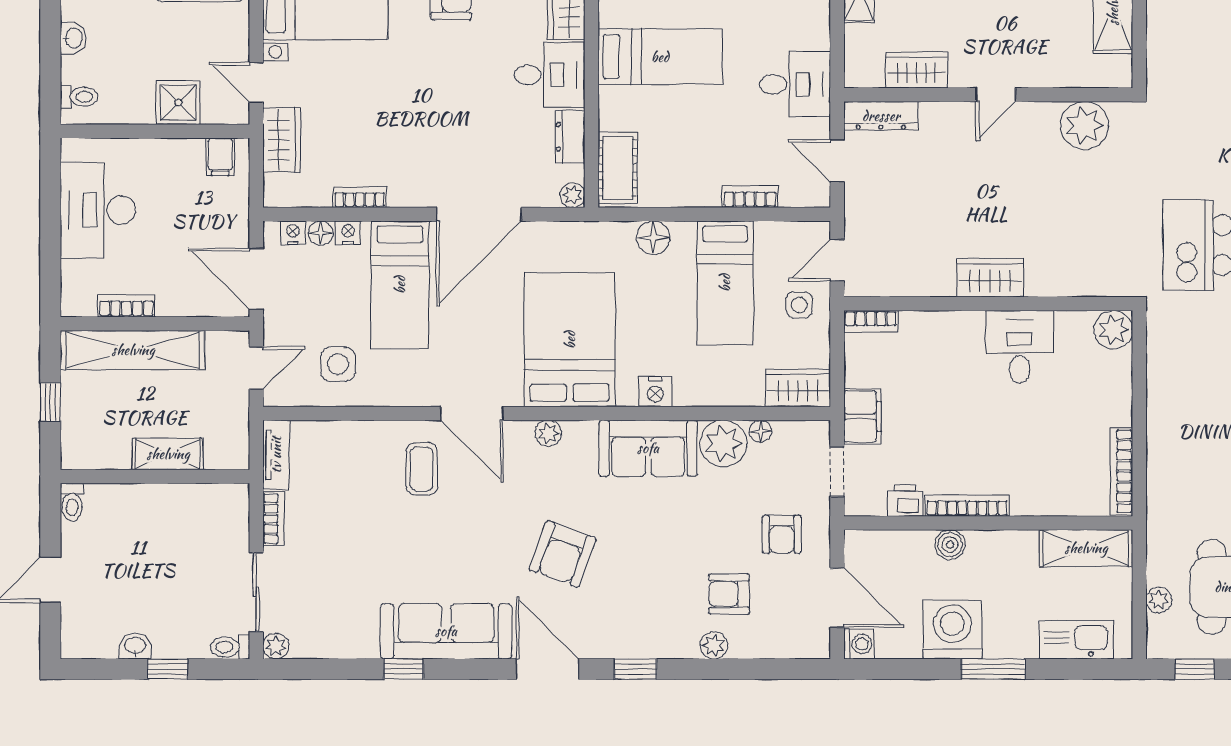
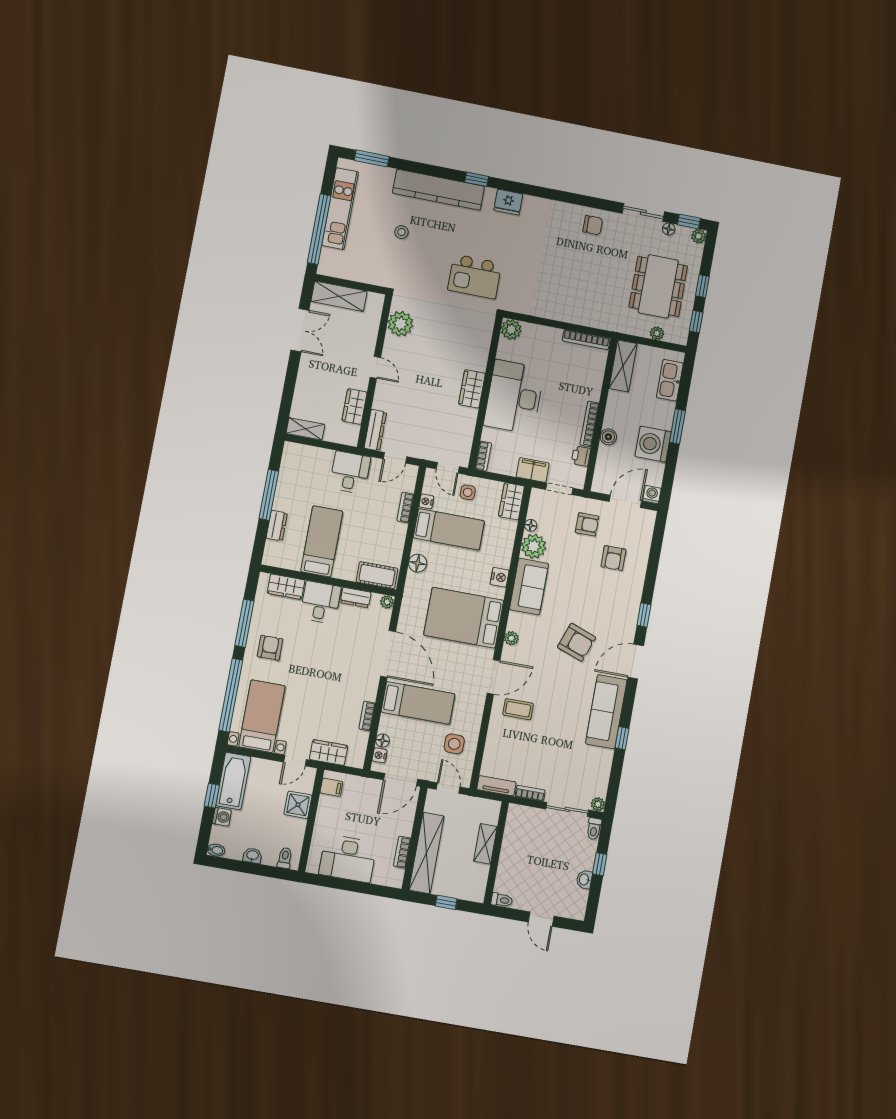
nightstand: (348, 233) -> (426, 501), moved
desk: (1020, 347) -> (514, 397), width x1.87, depth x1.30
plant: (714, 645) -> (639, 571), removed

